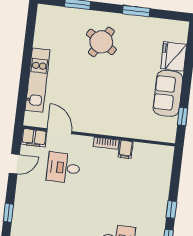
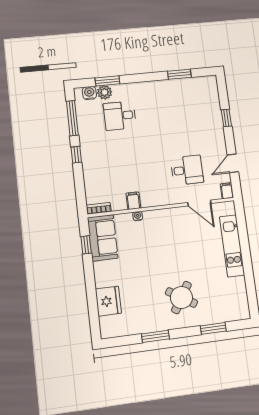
sofa: (168, 93) -> (103, 238), moved
water cooler: (125, 133) -> (138, 216), added
filing cabinet: (34, 138) -> (227, 191), width x0.50
bookcase: (106, 143) -> (99, 208), moved

